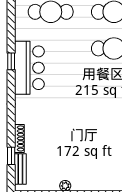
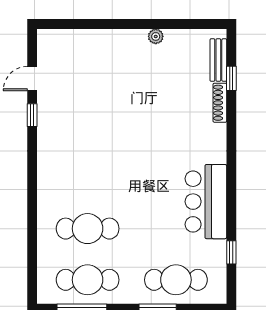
window: (11, 61) -> (231, 252), moved

